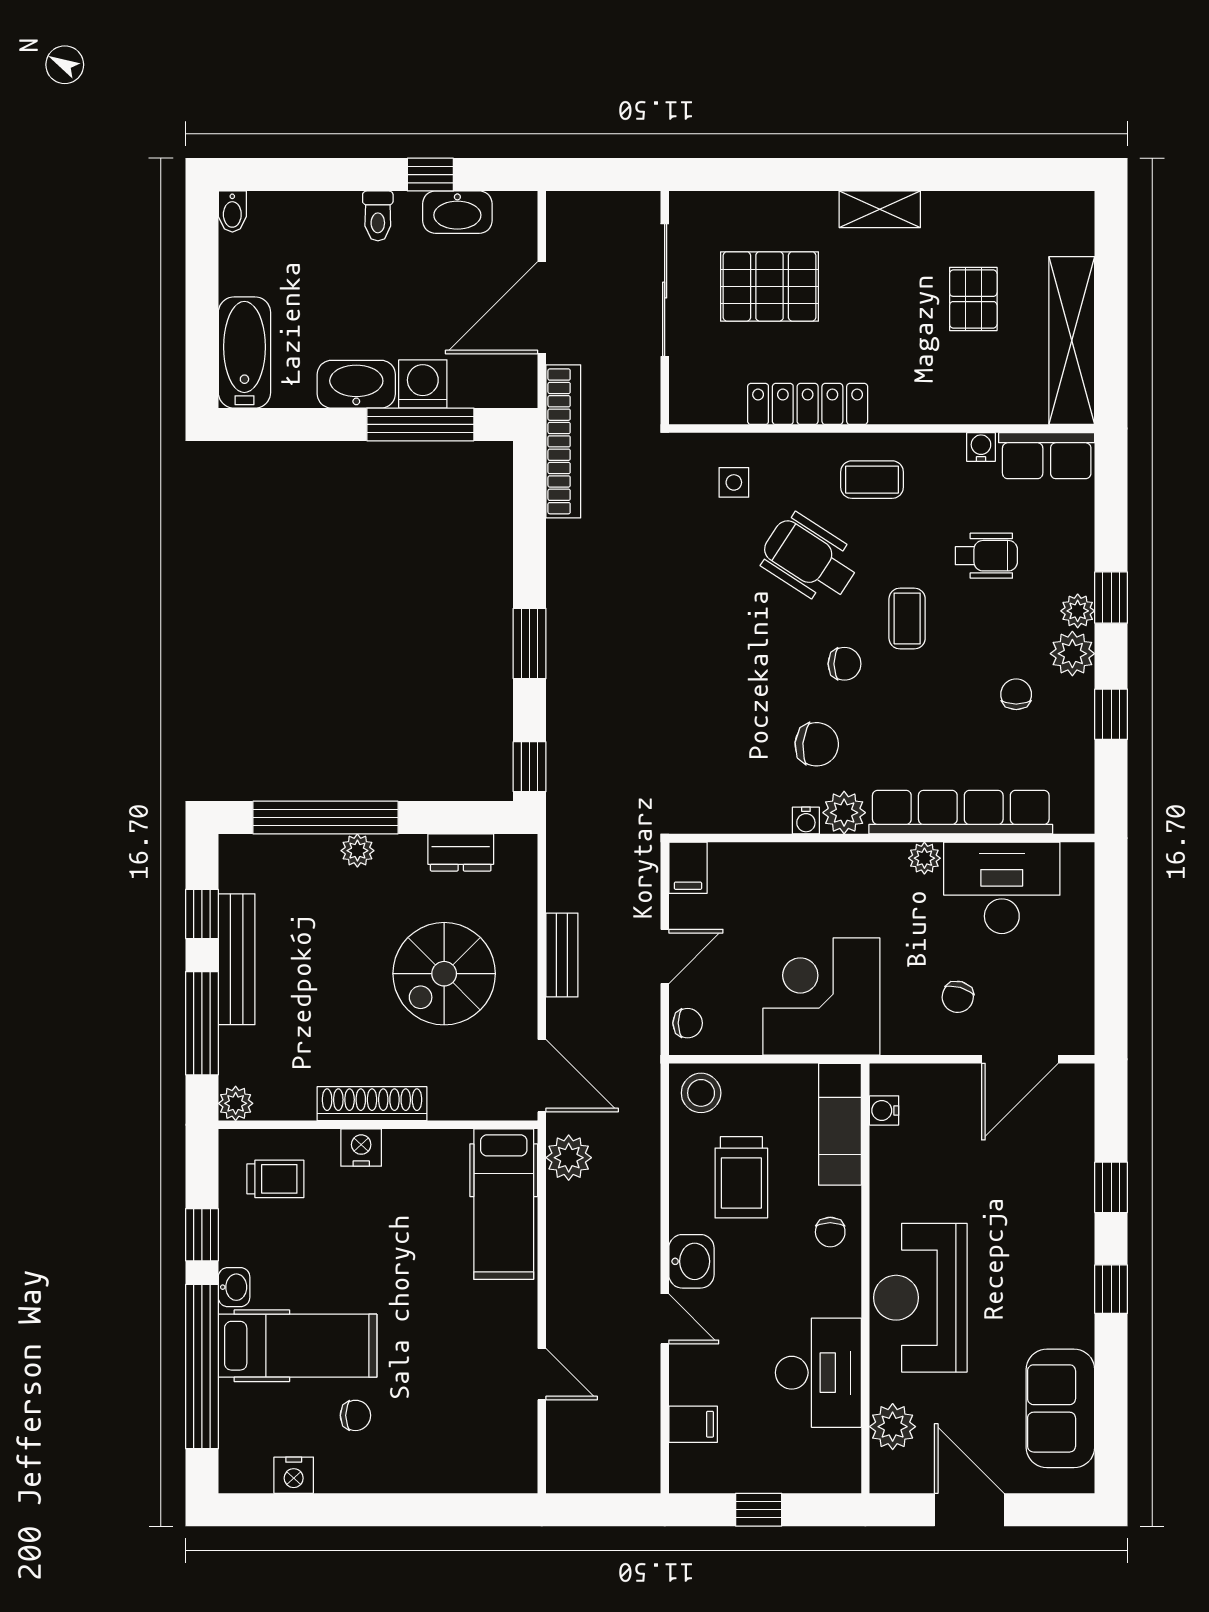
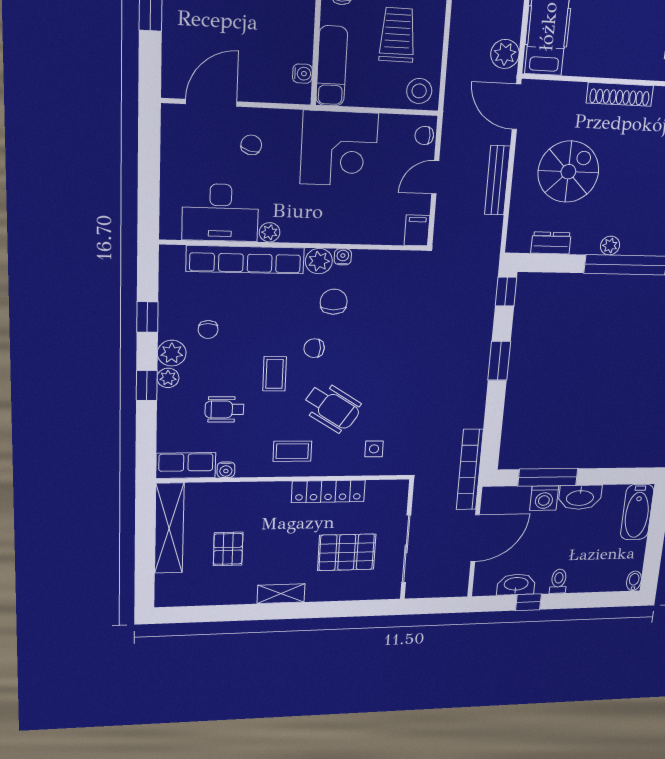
chair: (817, 744) -> (334, 302), turned 85
bench: (562, 955) -> (497, 180), width x1.36
nightstand: (361, 1148) -> (629, 67), removed

